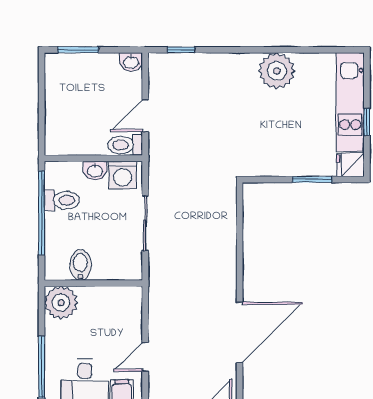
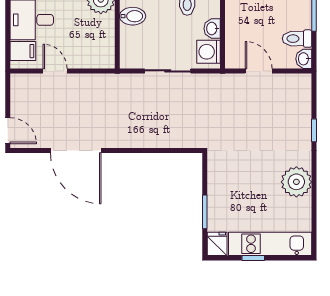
window: (181, 50) -> (314, 130), moved
toilet: (125, 145) -> (297, 39), moved, turned -90

